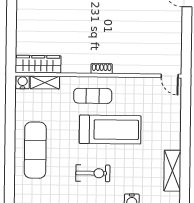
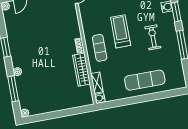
wardrobe: (38, 64) -> (82, 70), moved
treadmill: (110, 130) -> (121, 31), width x0.73, depth x0.73

